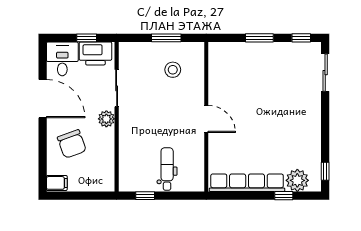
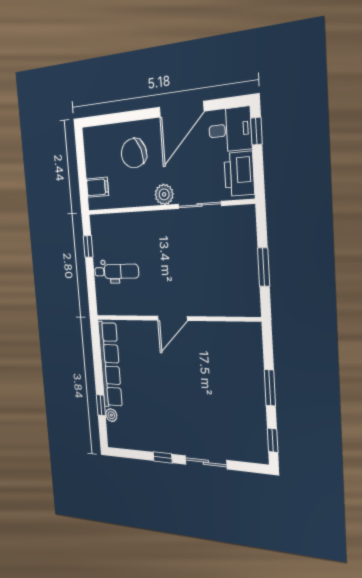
window: (87, 38) -> (256, 131), moved
stool: (173, 70) -> (225, 276), removed
sliding door: (325, 73) -> (206, 462), moved
window: (325, 171) -> (163, 457), moved
plant: (297, 180) -> (111, 415), width x0.53, depth x0.53
filing cabinet: (57, 183) -> (97, 187), moved, turned -90

